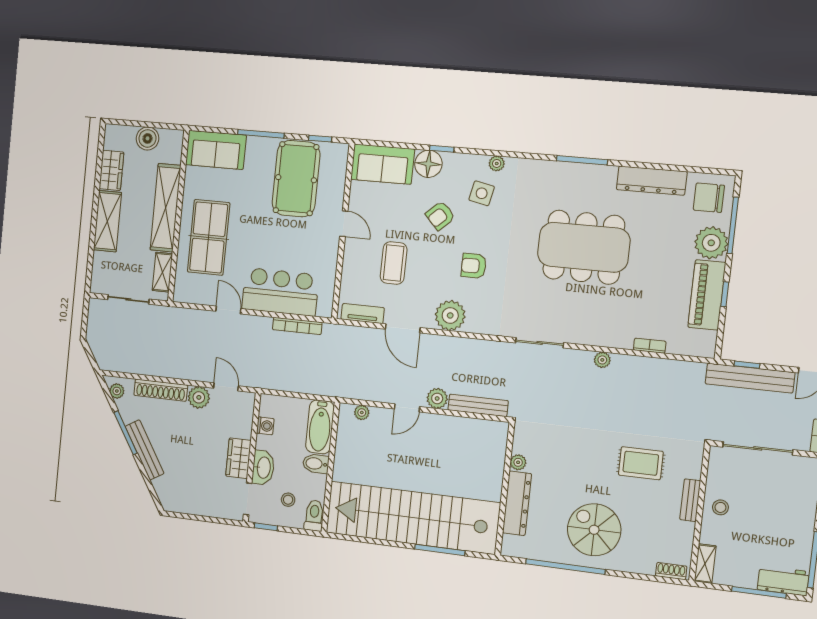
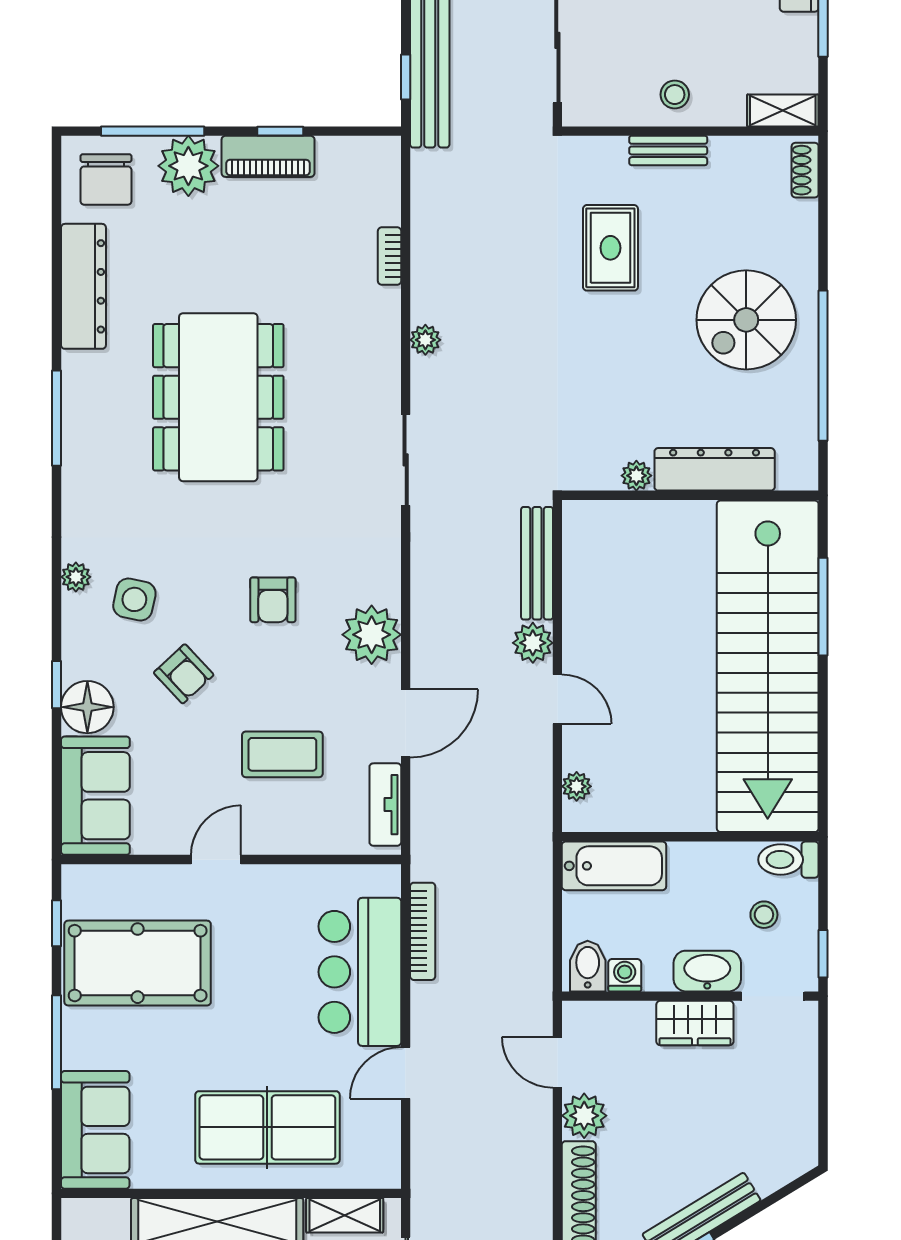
piano: (707, 295) -> (268, 156), width x0.73, depth x0.75
door: (226, 387) -> (557, 1062), hinge flipped
bidet: (316, 464) -> (588, 966), moved, turned 180

